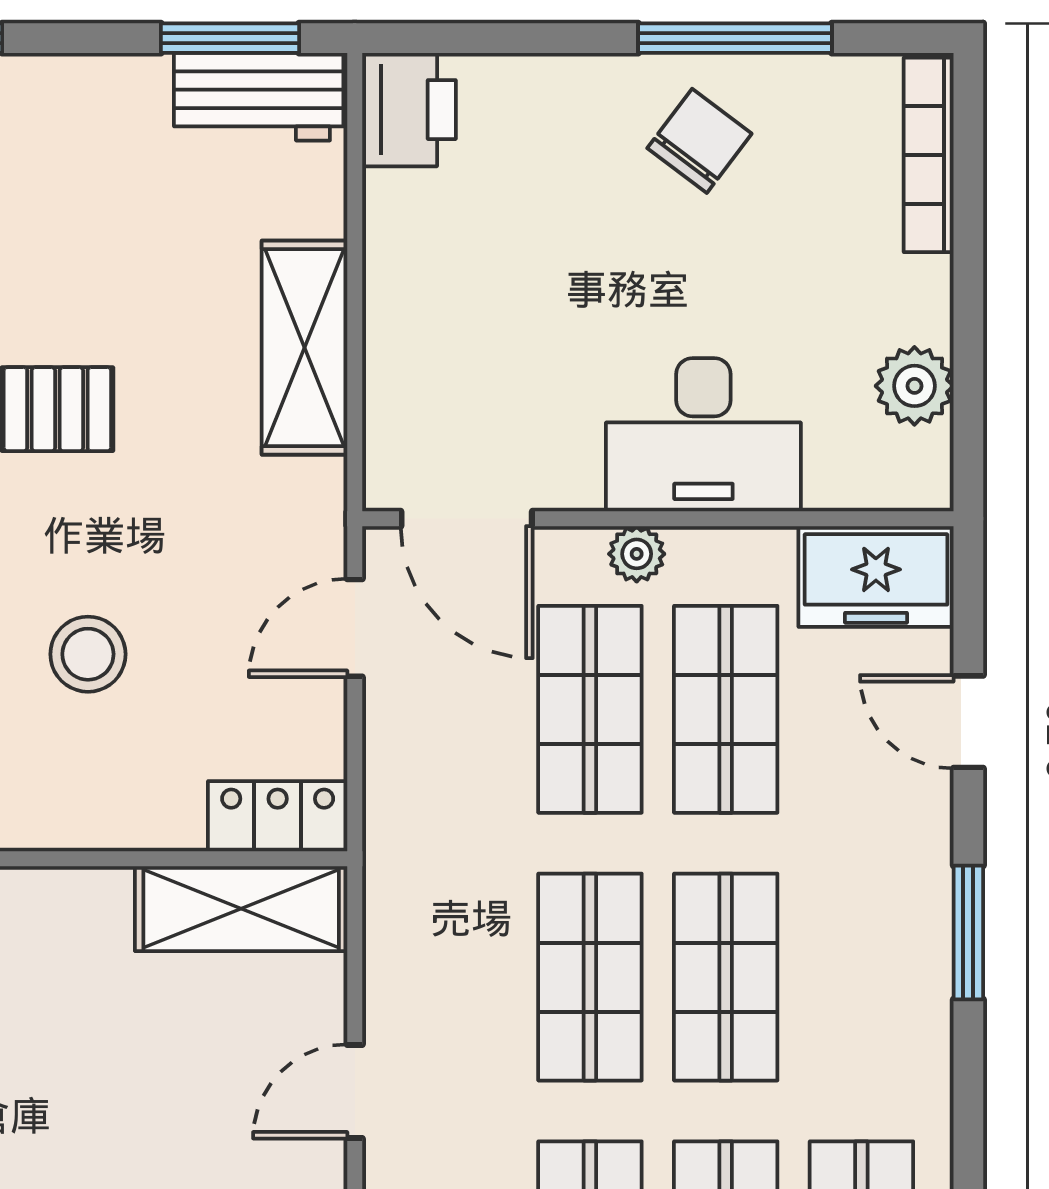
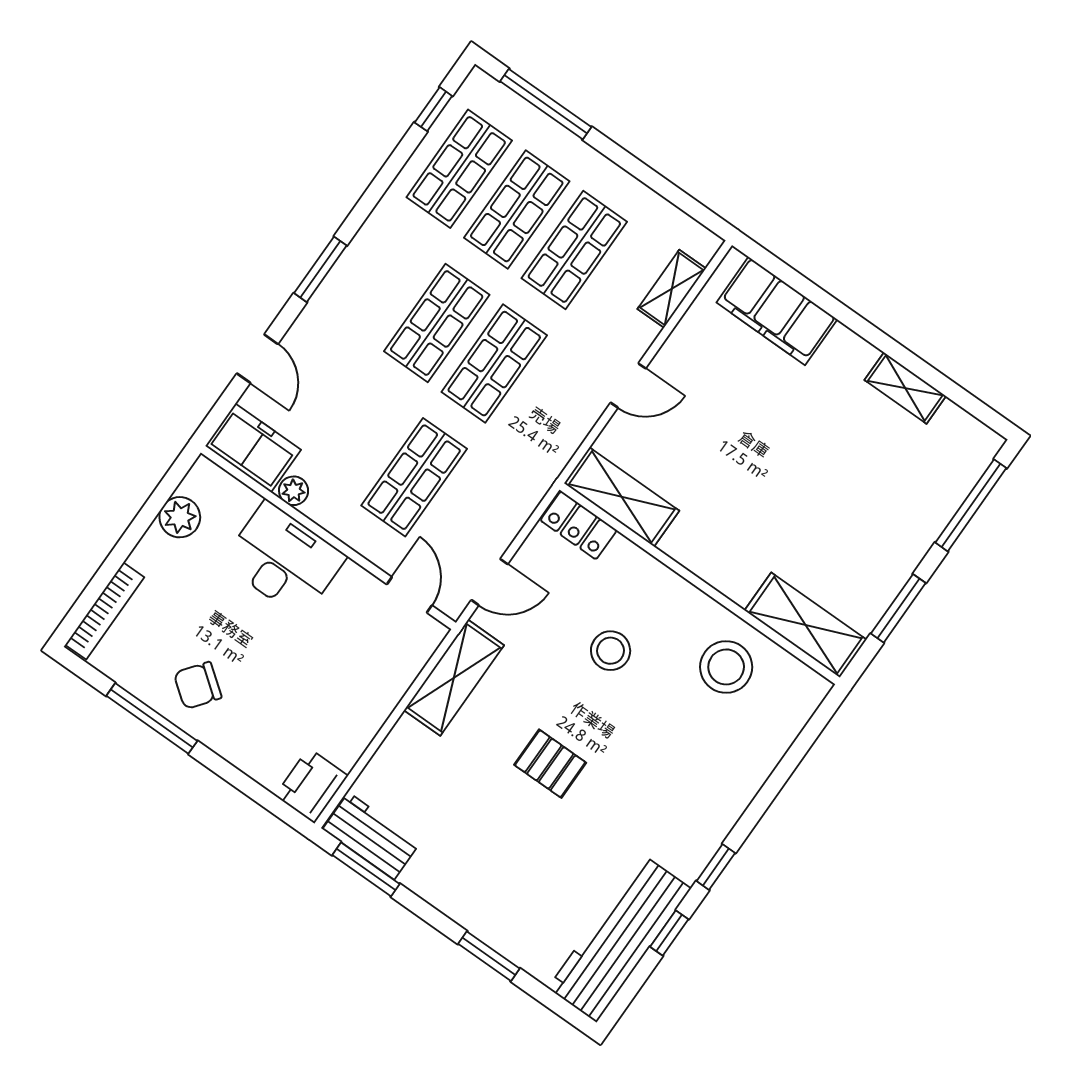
shelving: (304, 348) -> (454, 678), moved
door: (467, 519) -> (409, 595), width x0.73
plant: (637, 554) -> (294, 491), moved
shop shelf: (726, 709) -> (357, 437), removed

